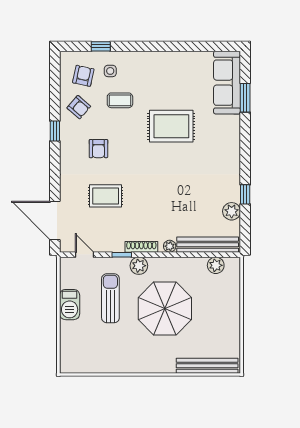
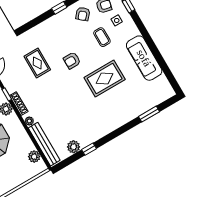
sofa: (227, 83) -> (144, 58), moved, turned -90
rug: (171, 126) -> (105, 78), turned 90
armchair: (98, 149) -> (72, 61), moved

